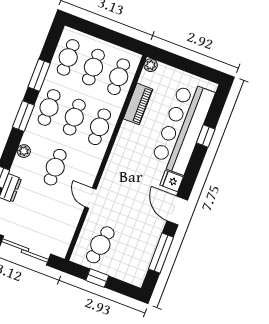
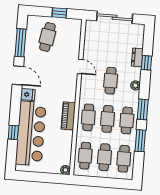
piano: (138, 104) -> (68, 116), moved
cafe table: (100, 245) -> (47, 37), moved

